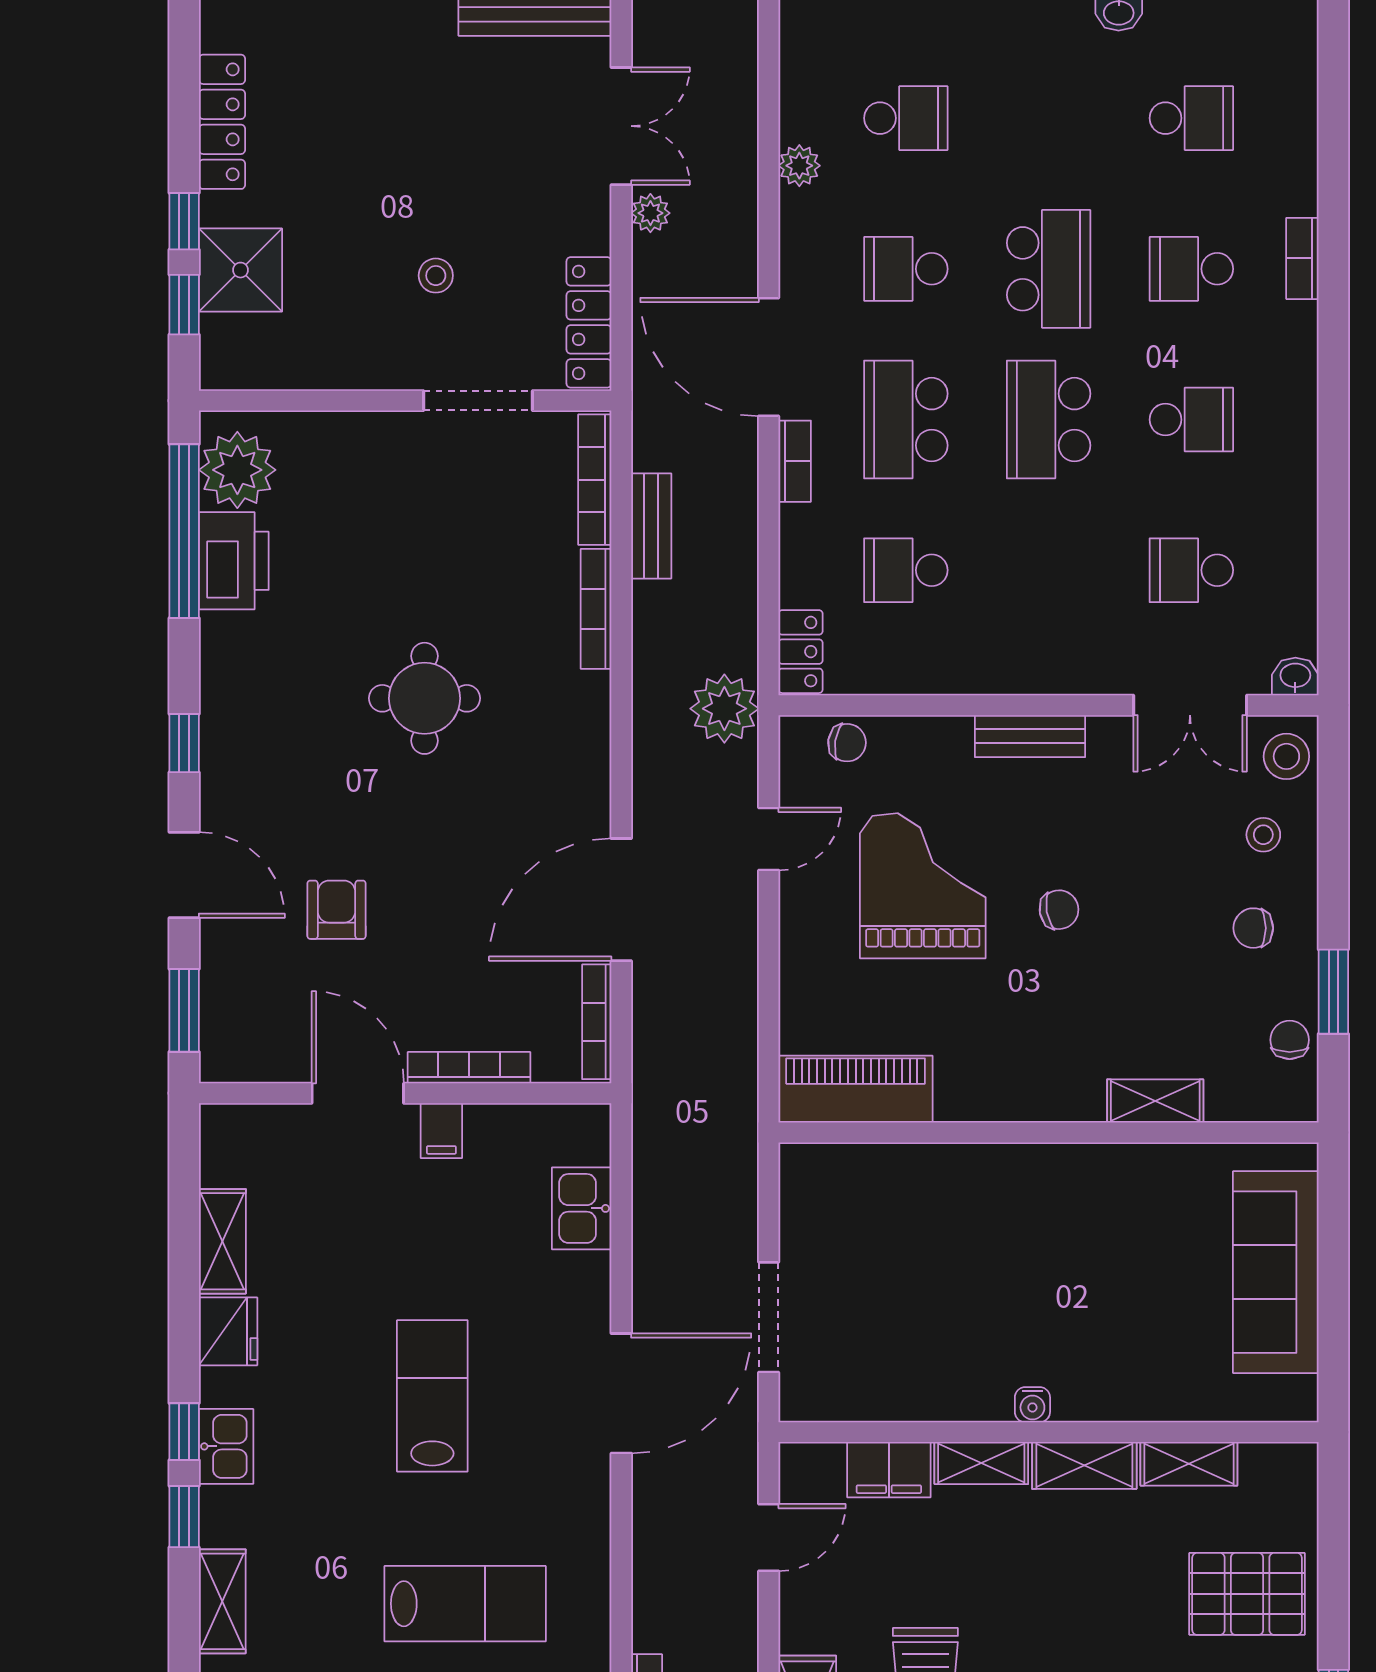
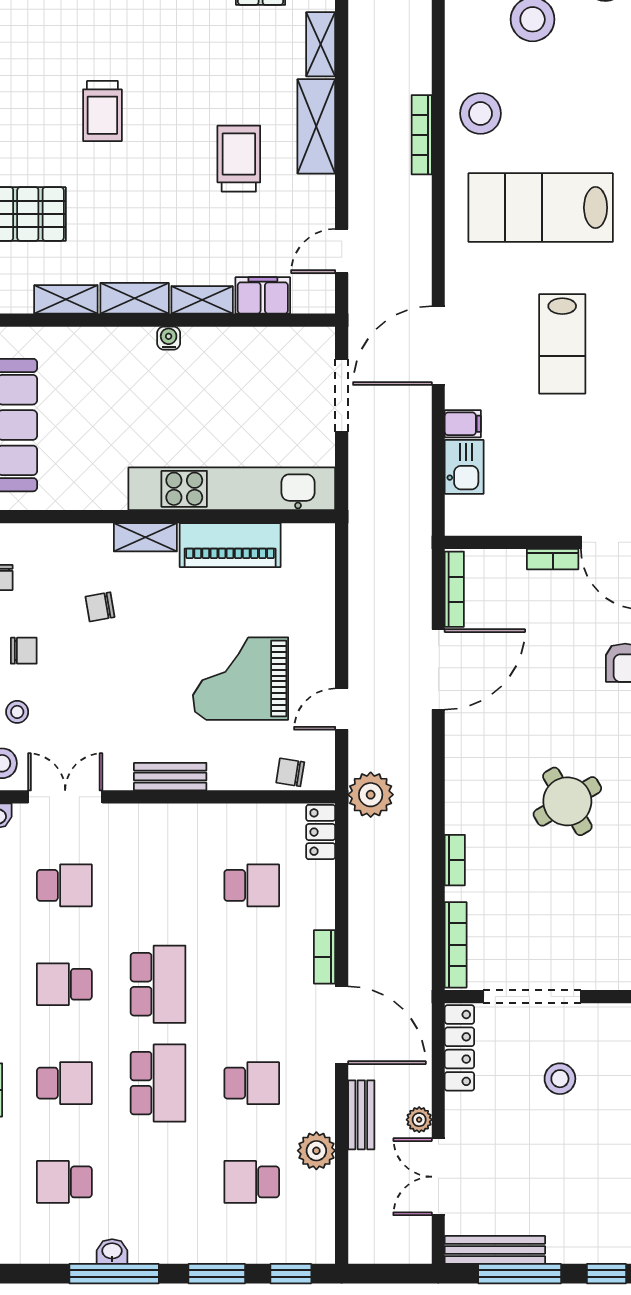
plant: (799, 166) -> (316, 1151), width x1.38, depth x1.38
school desk: (1049, 269) -> (158, 1083), turned 180
stool: (436, 276) -> (560, 1079), width x1.37, depth x1.37
doorway: (478, 401) -> (532, 997), width x1.36
school desk: (906, 420) -> (252, 984), removed
bench: (651, 526) -> (361, 1115), moved
bookcase: (596, 609) -> (455, 860), width x0.64
round table: (424, 698) -> (567, 801), turned -31
grand piano: (923, 886) -> (241, 679), turned 90
chair: (1059, 910) -> (100, 607), moved
bookcase: (469, 1068) -> (553, 559), width x0.64
piano: (856, 1089) -> (230, 545), moved
shelving: (1155, 1101) -> (145, 537), moved
filing cabinet: (441, 1131) -> (463, 424), moved, turned 90
kitchen unit: (936, 1175) -> (232, 489), added
lab bench: (465, 1604) -> (541, 208), width x1.36, depth x1.39

